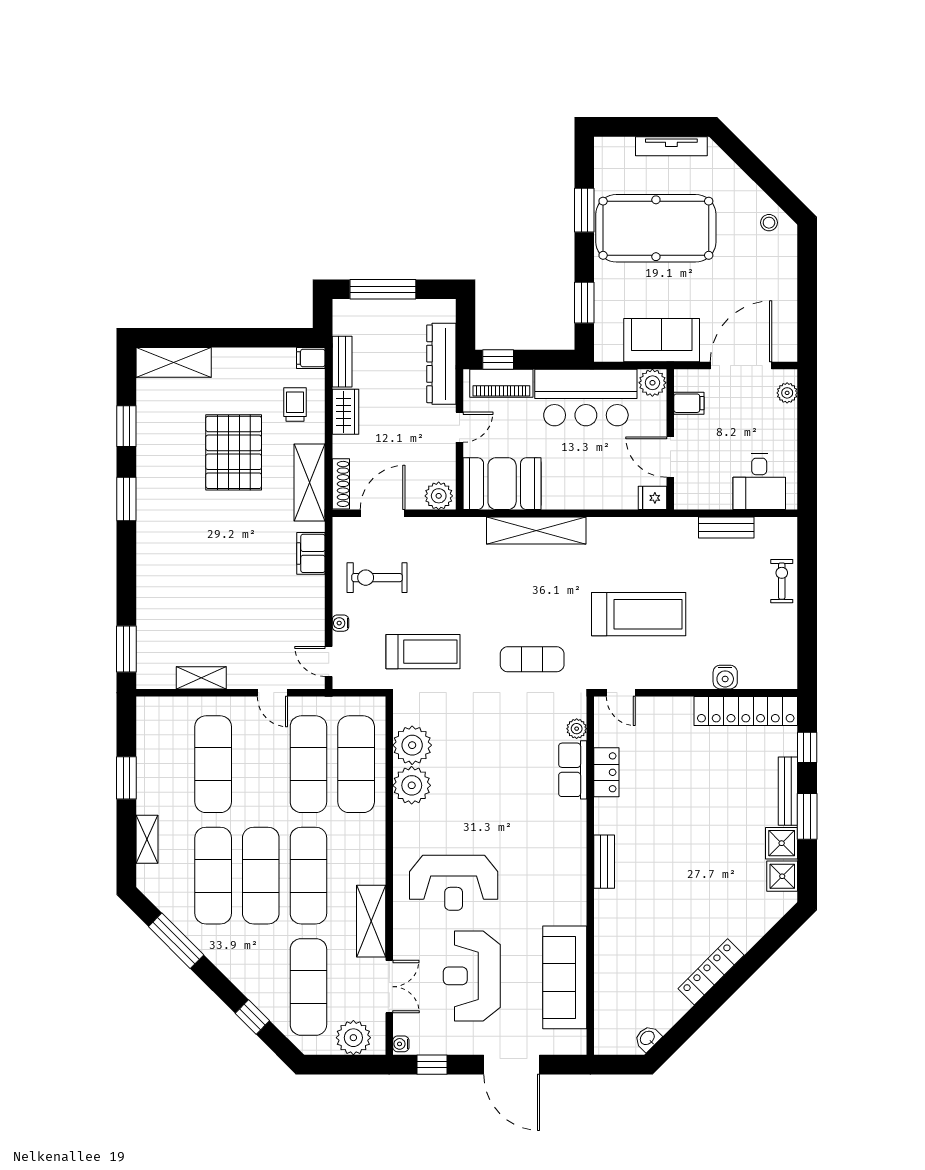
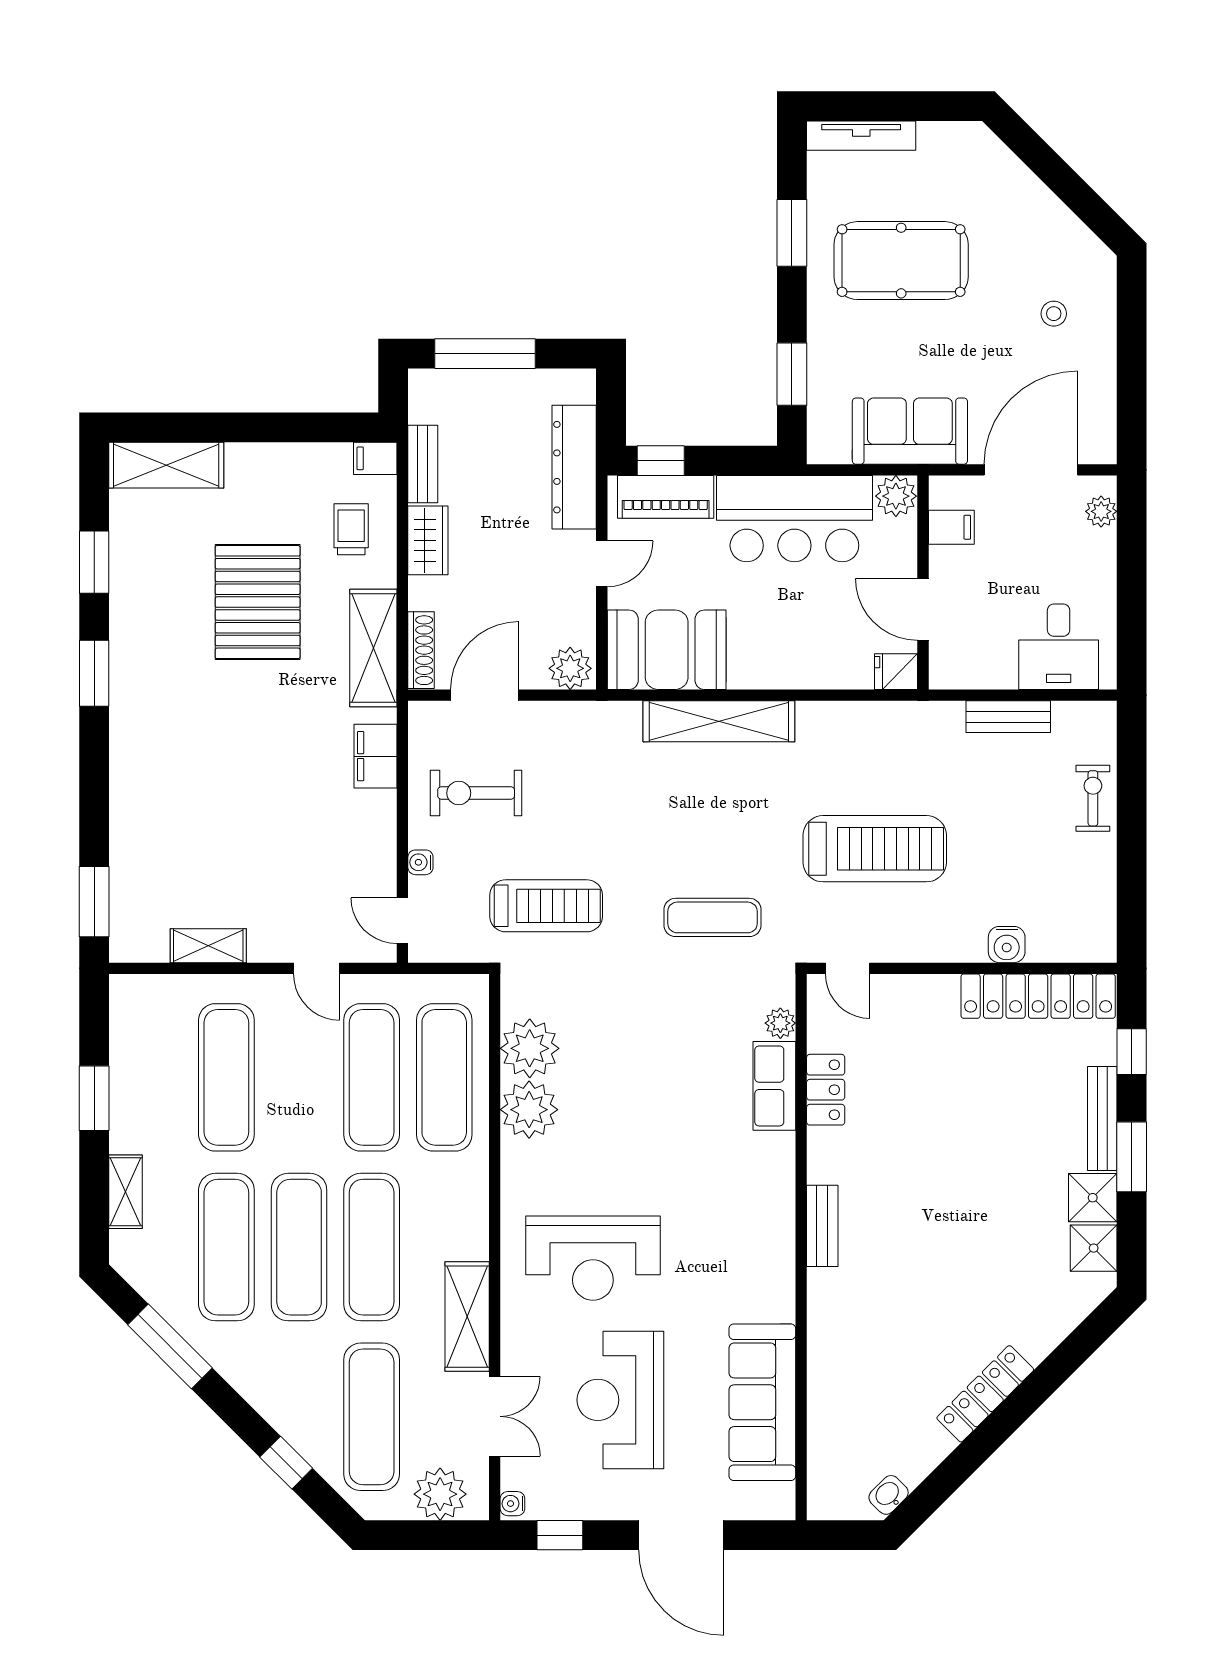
tv unit: (671, 146) -> (861, 136), moved
stool: (769, 223) -> (1054, 314), moved
pool table: (656, 228) -> (901, 261), width x0.73, depth x0.76

